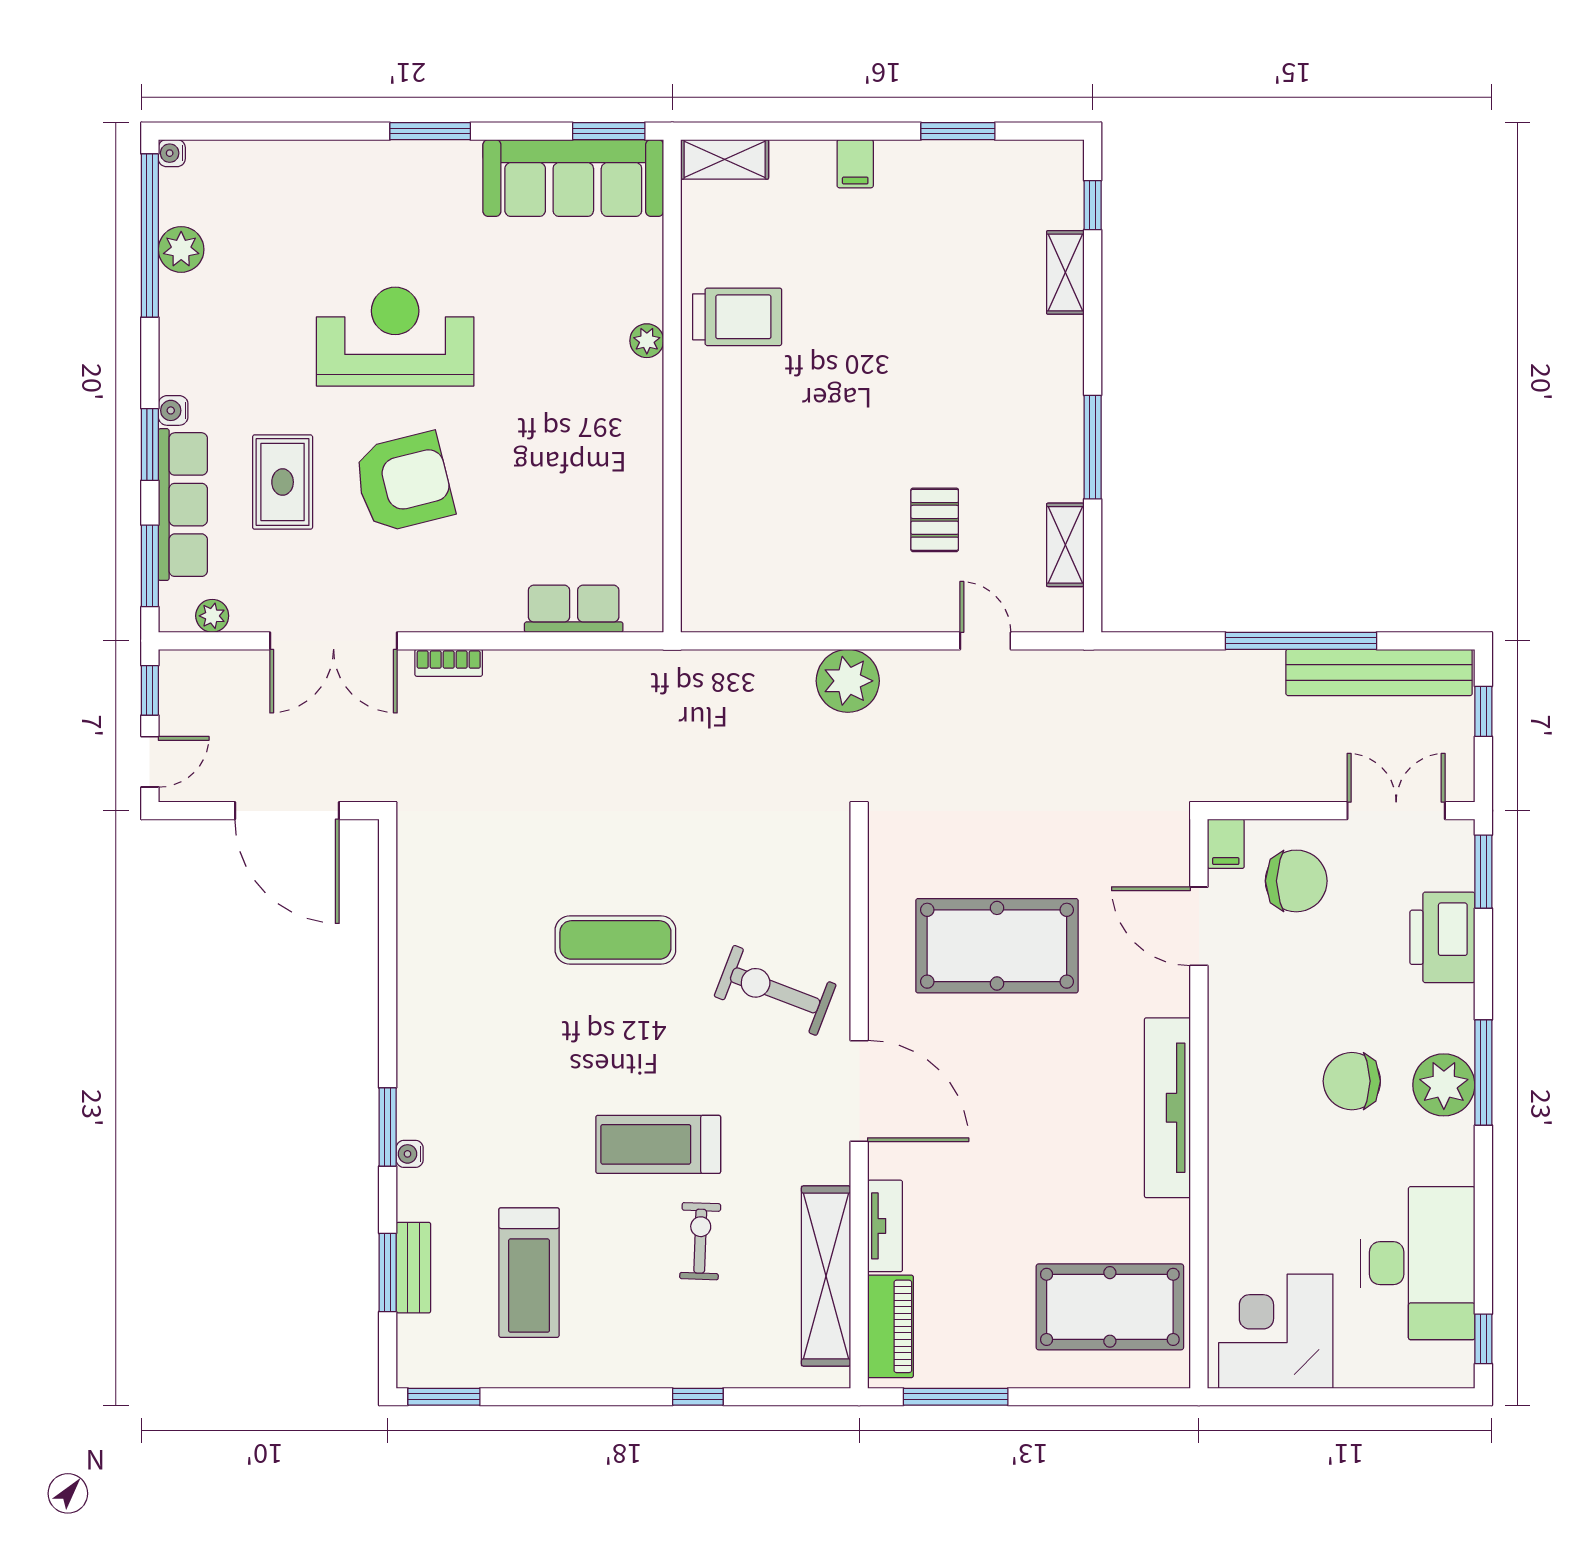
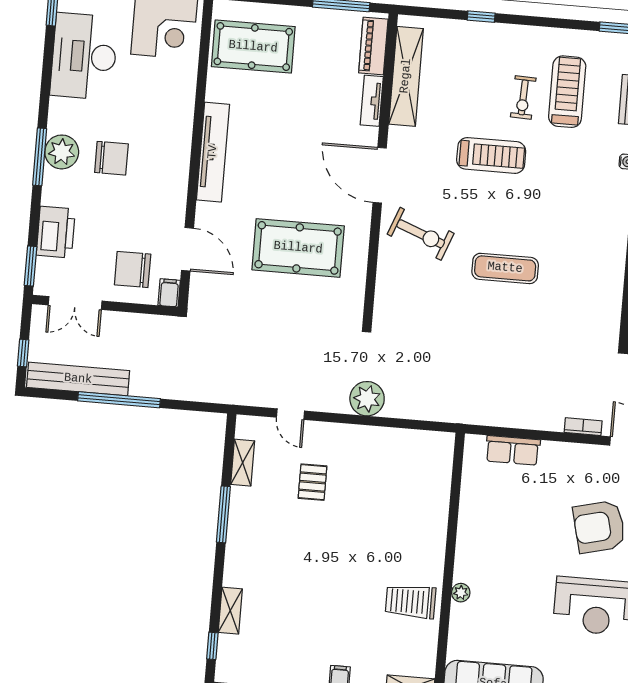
exercise bike: (700, 1241) -> (523, 97), moved

